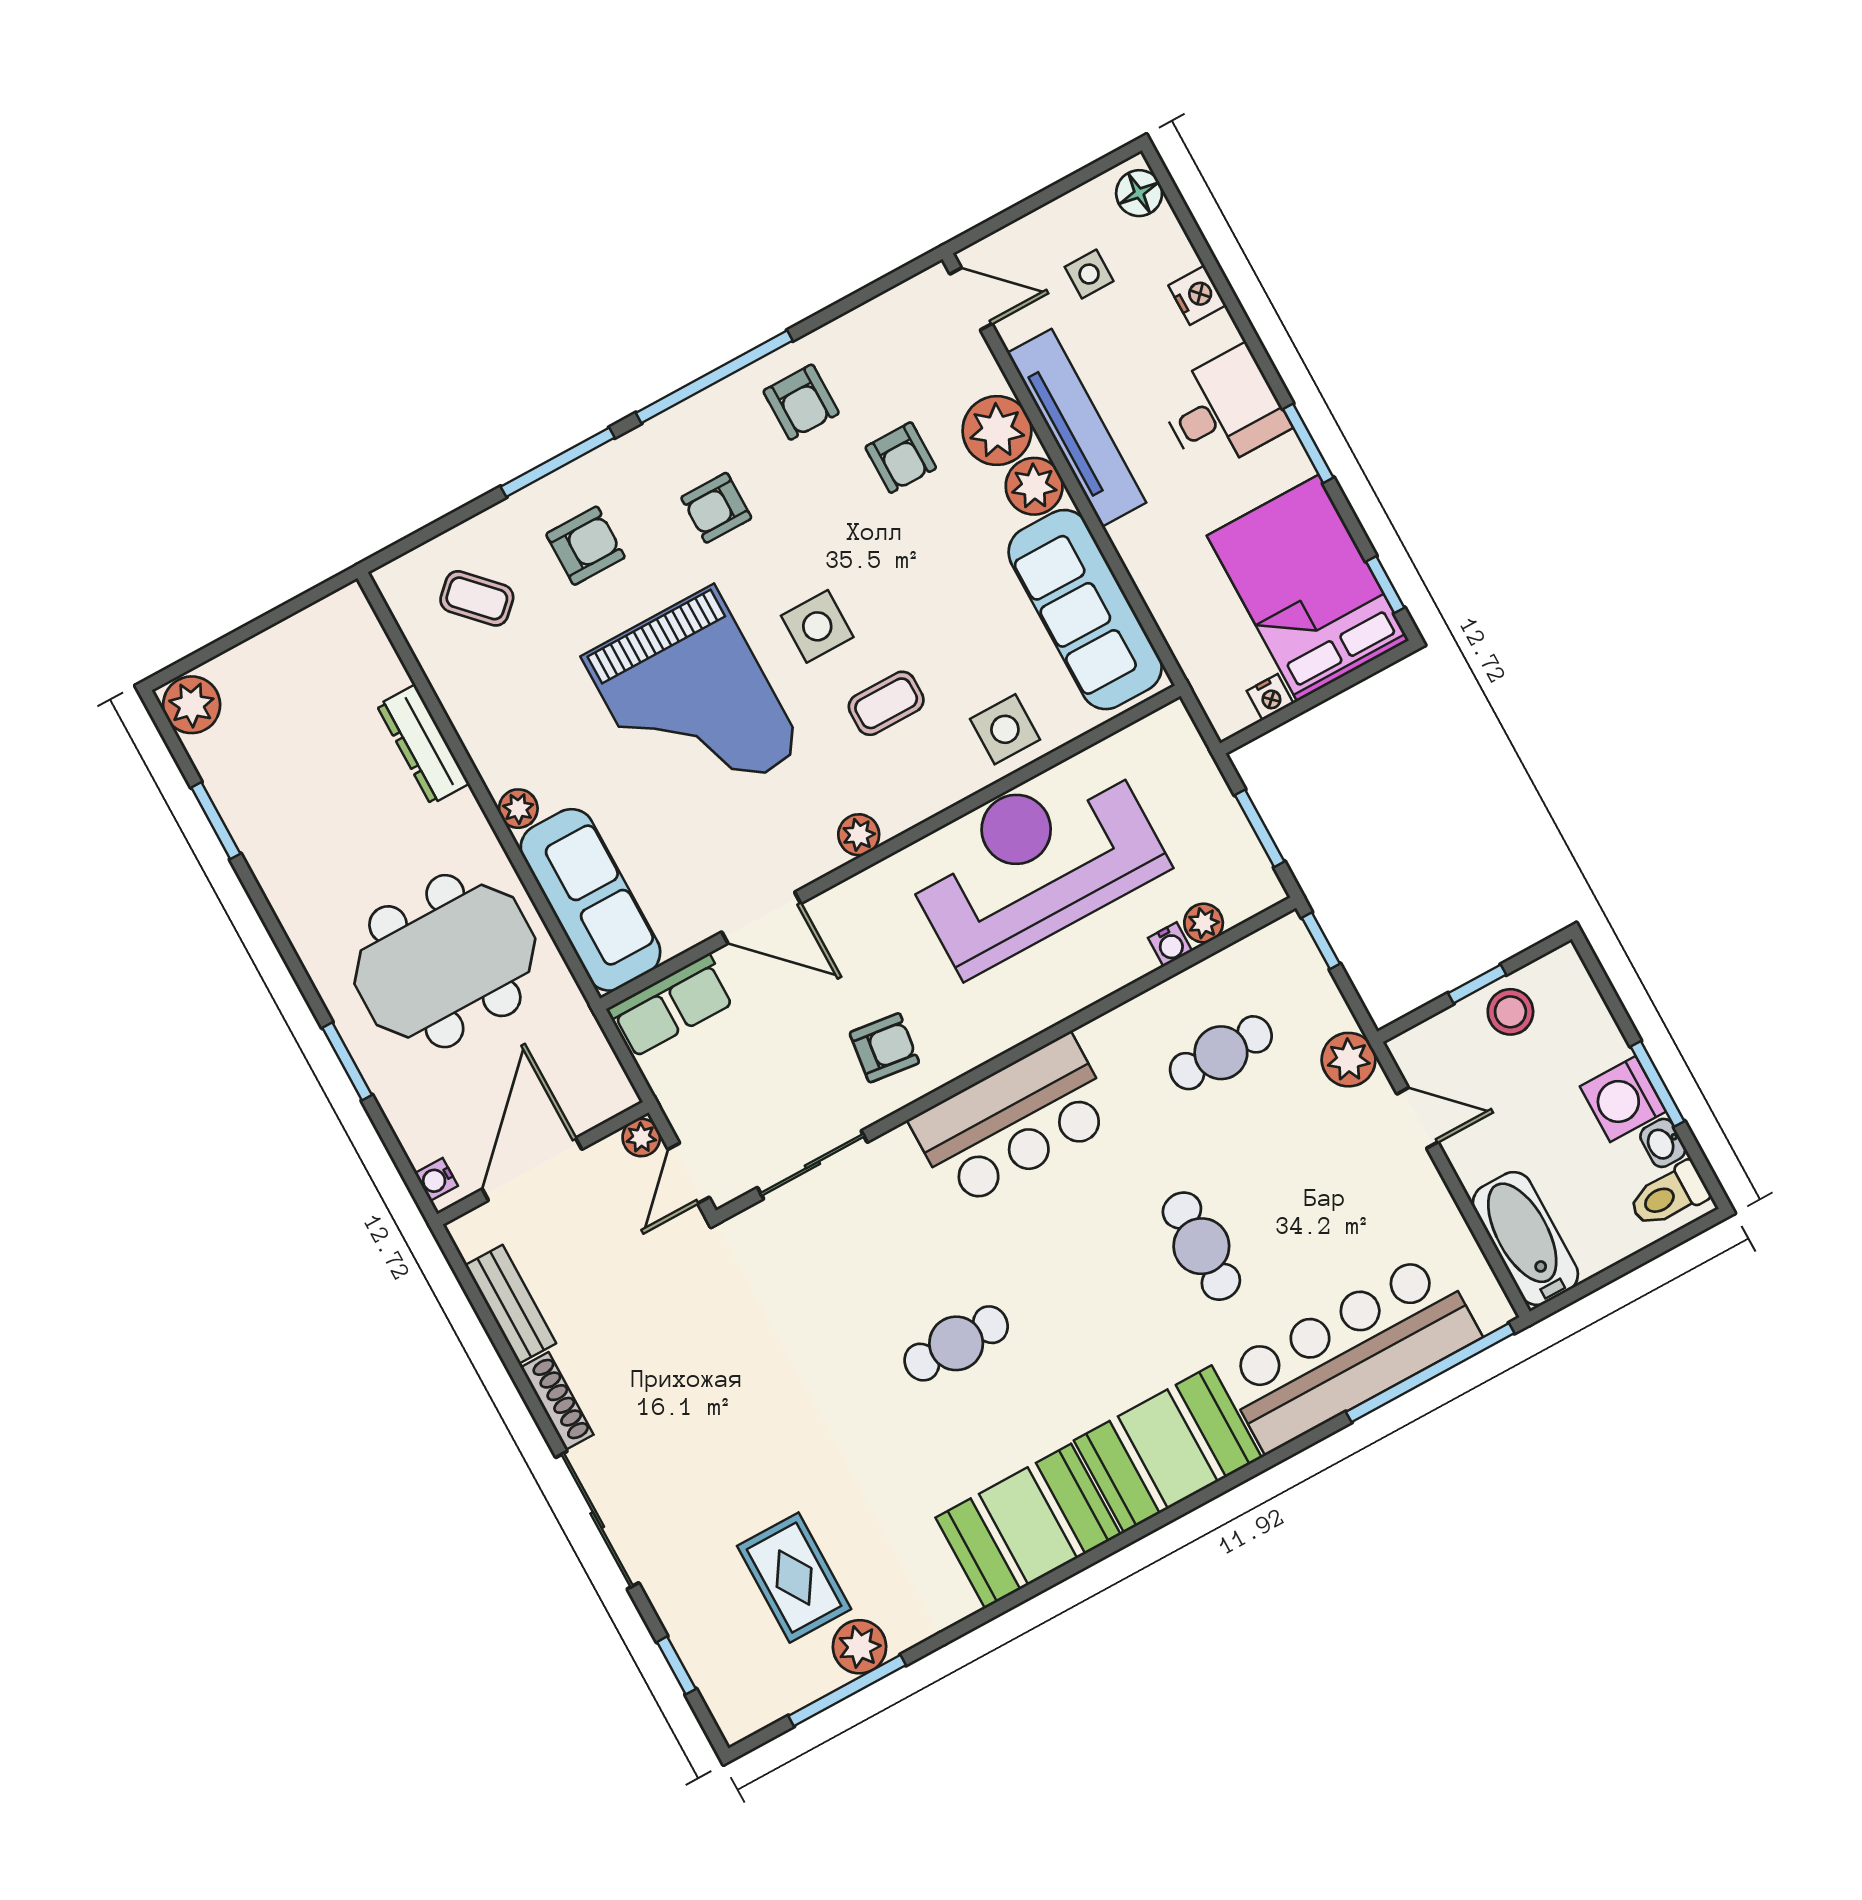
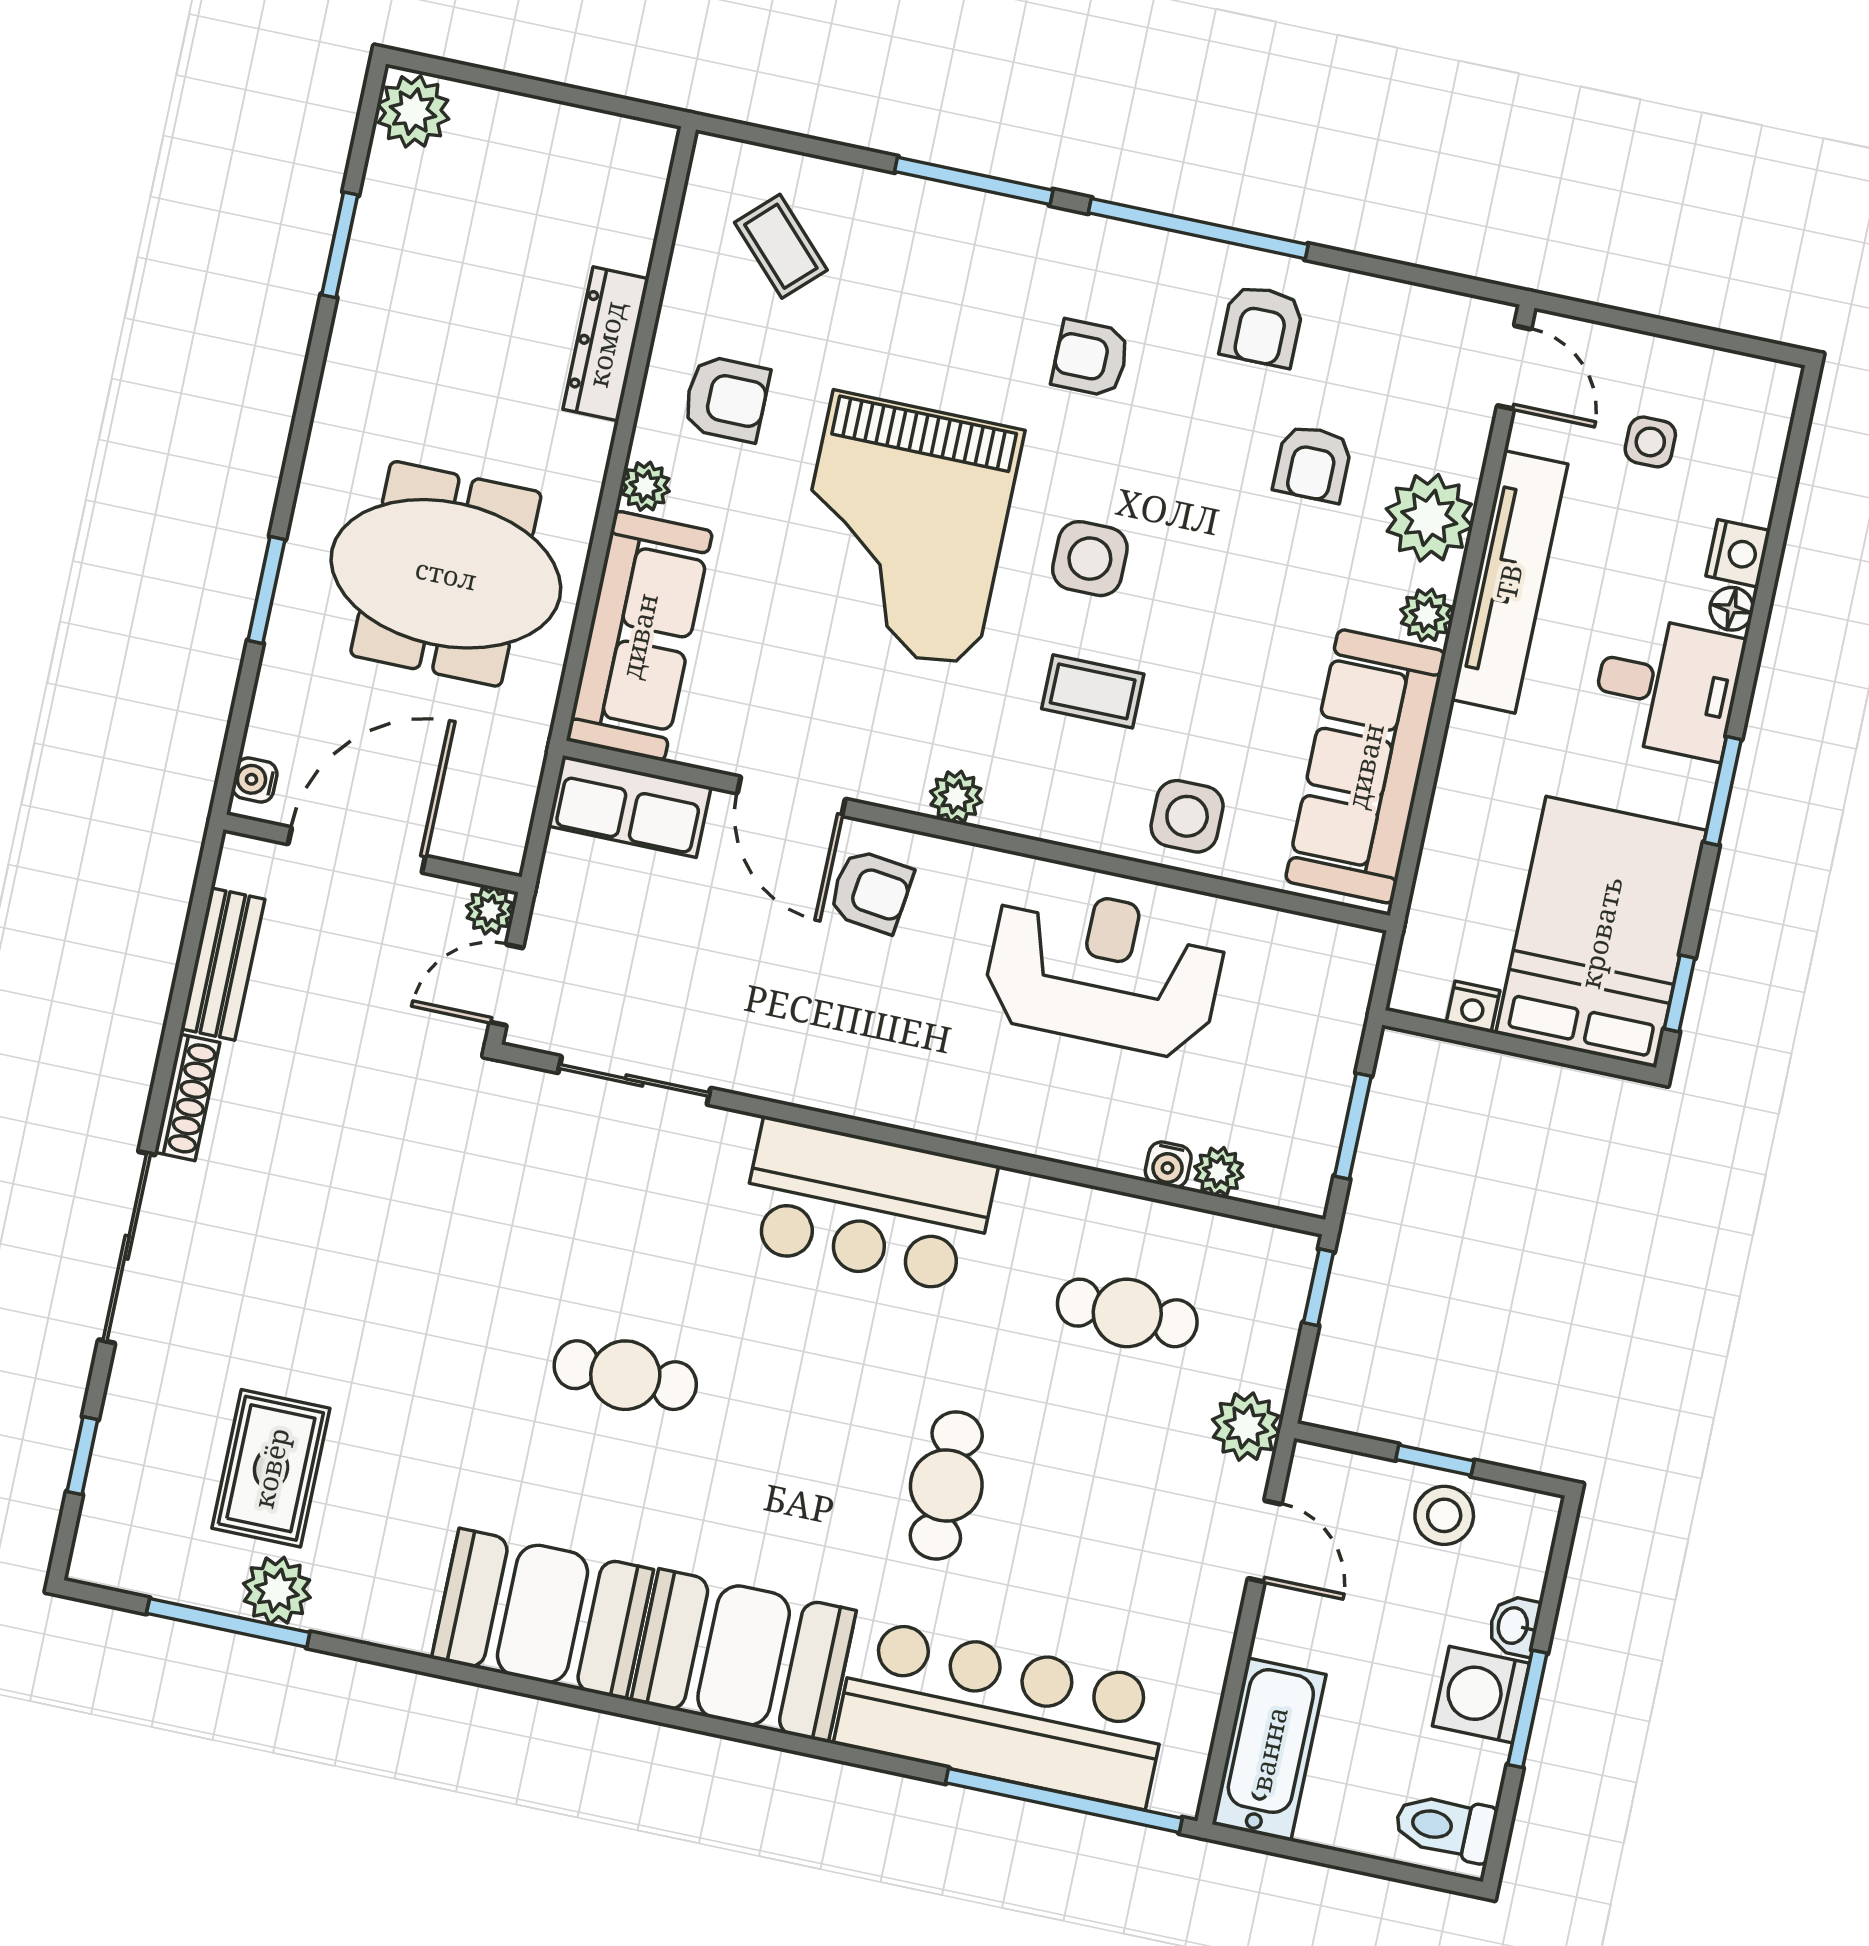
floor lamp: (1139, 193) -> (1732, 609), moved, width x0.73, depth x0.73
plant: (1034, 486) -> (1427, 615), width x0.73, depth x0.73
armchair: (585, 546) -> (726, 399), moved
reception desk: (1034, 862) -> (1104, 971), width x0.74, depth x0.77
armchair: (884, 1048) -> (871, 891), moved
washbasin: (1663, 1143) -> (1514, 1626), moved

